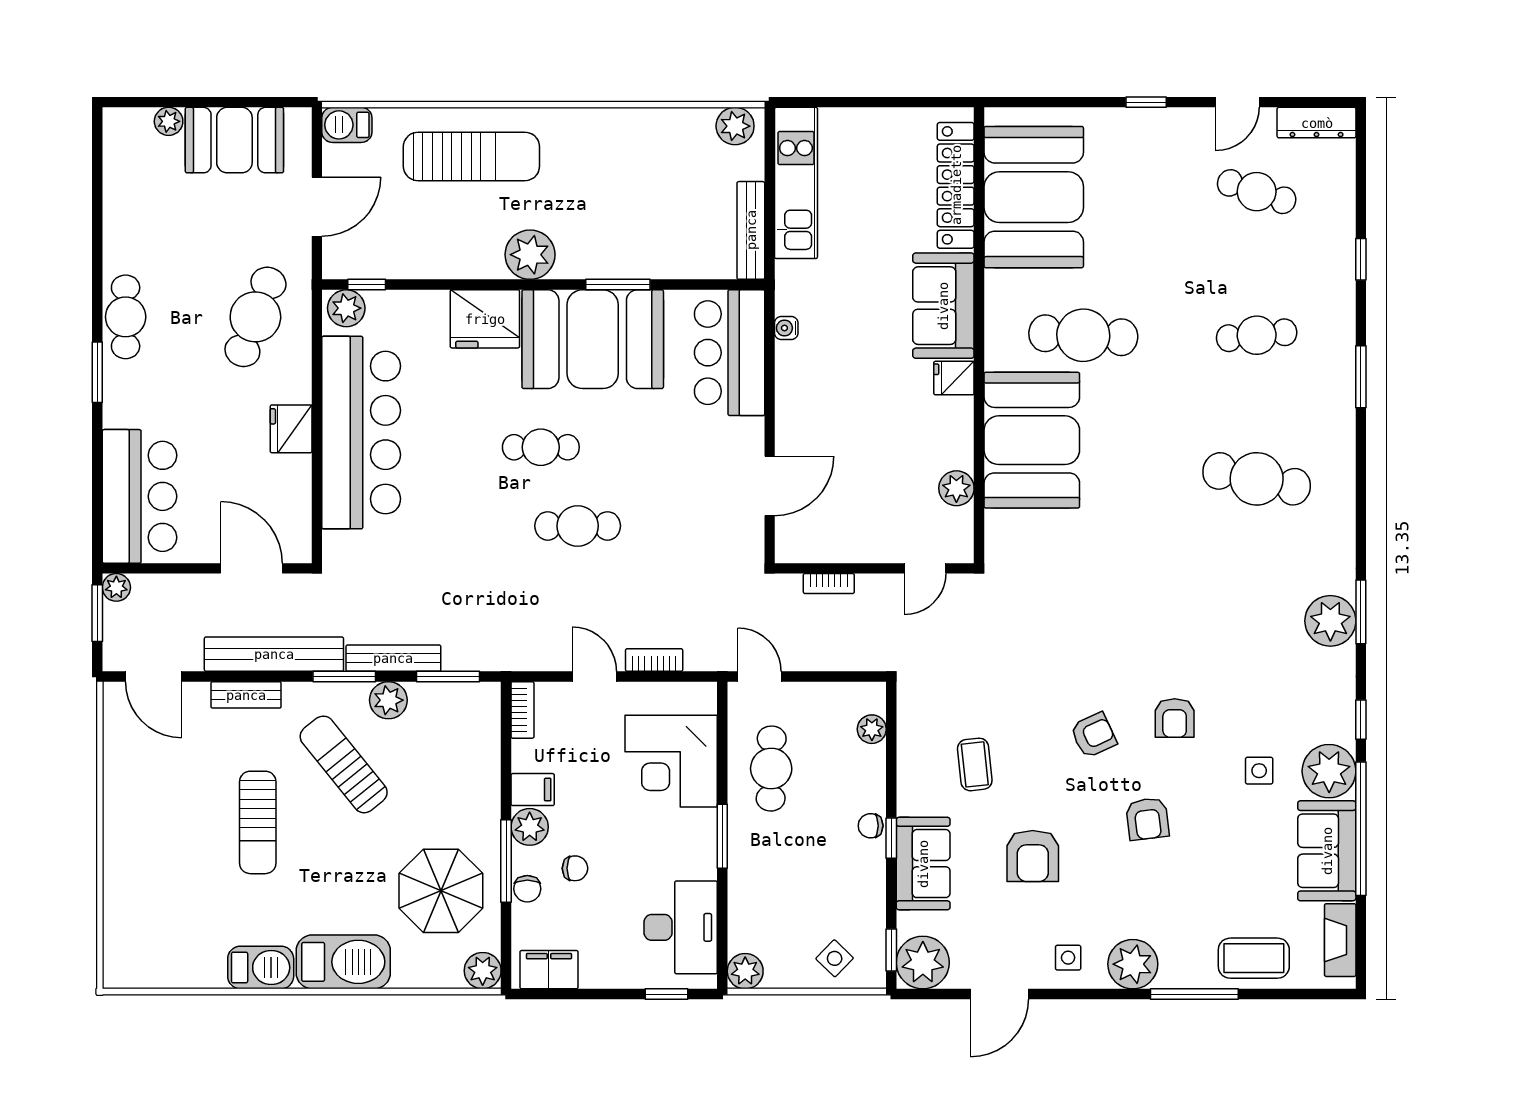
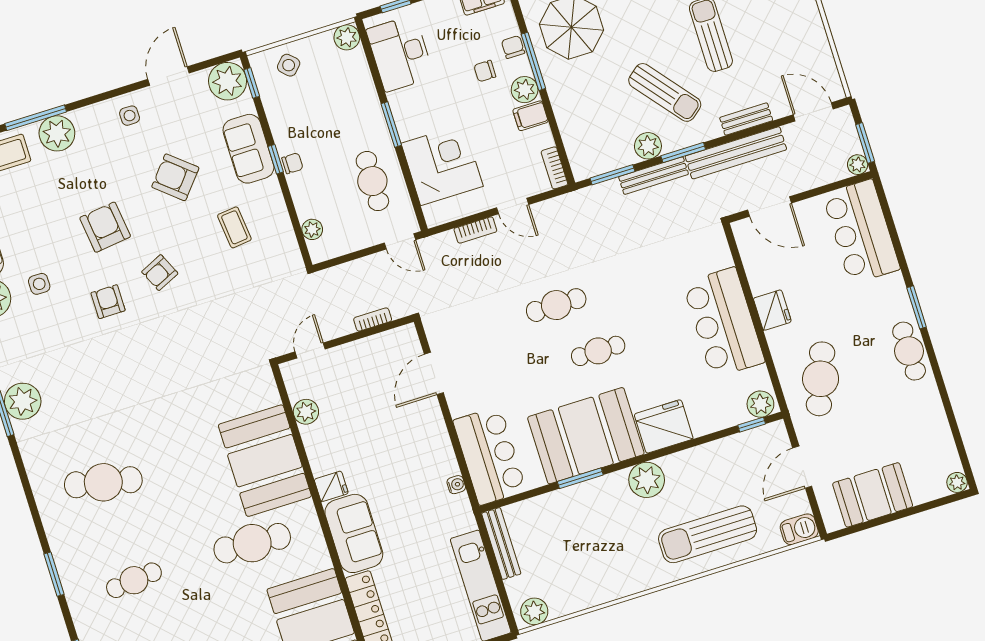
plant: (169, 121) -> (957, 482), moved
bar counter: (361, 433) -> (724, 323), width x0.73
armchair: (1147, 819) -> (105, 227), width x1.38, depth x1.38
armchair: (1033, 856) -> (175, 177), turned -50
plant: (1133, 964) -> (57, 133), moved

